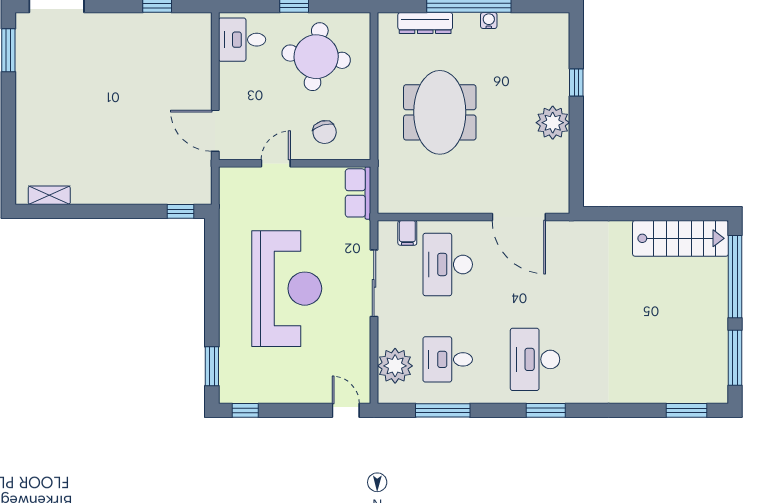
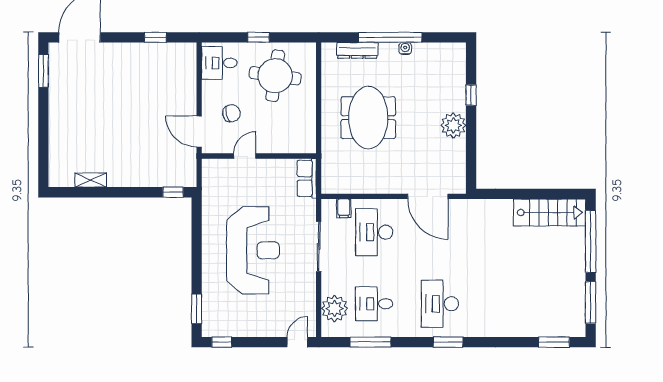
chair: (325, 132) -> (232, 113), moved, turned -86
shelving: (49, 195) -> (91, 180), moved
door: (346, 410) -> (297, 342), hinge flipped

